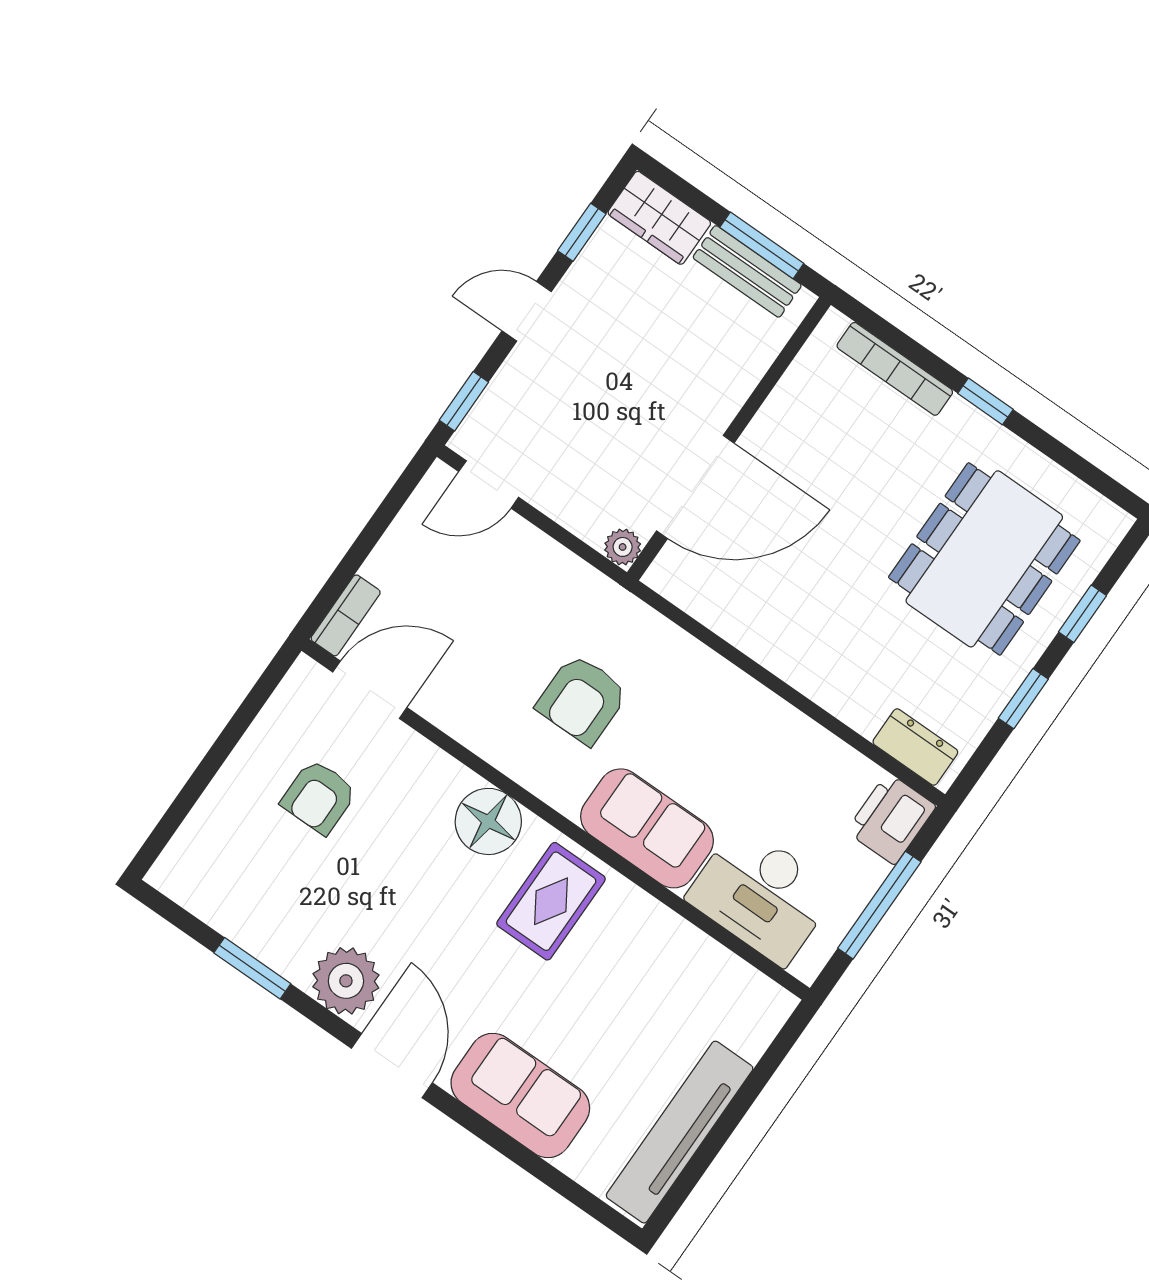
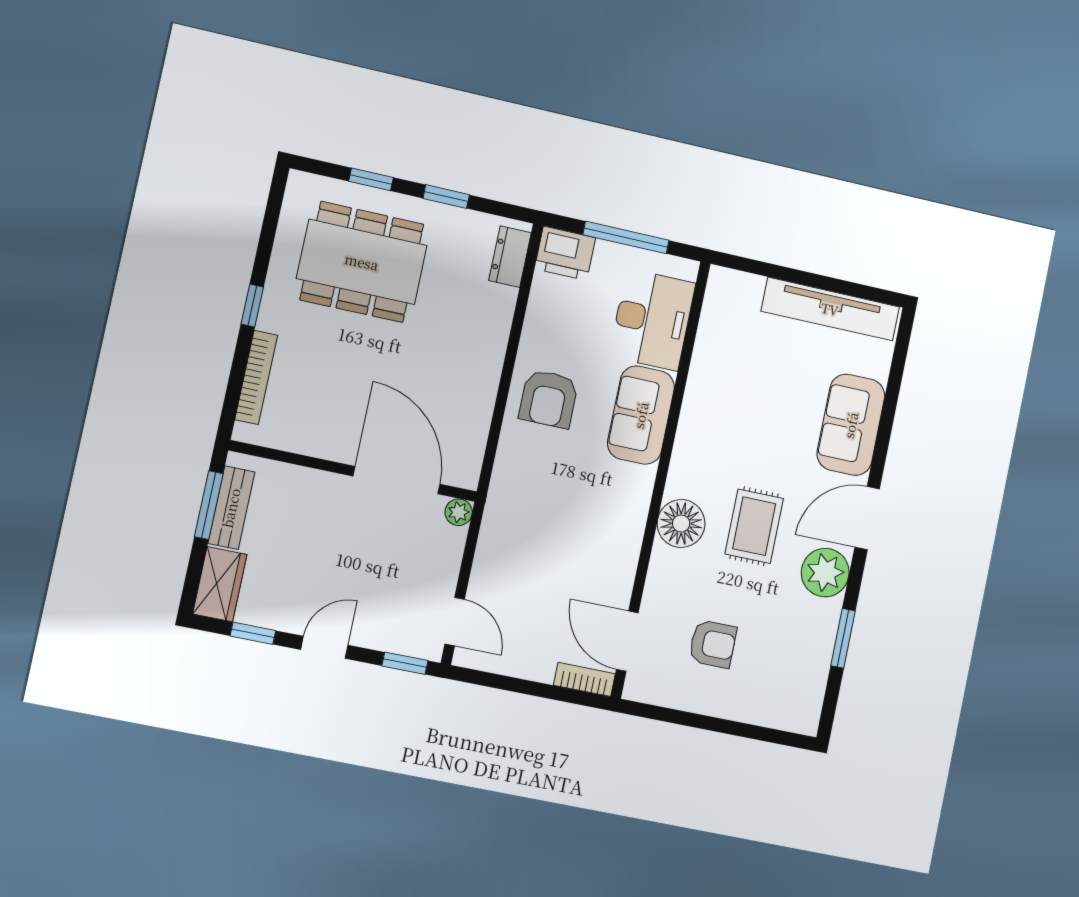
door: (527, 311) -> (324, 647), swing flipped
armchair: (582, 699) -> (549, 399), moved, turned 90
rug: (551, 901) -> (754, 526), moved, turned 90

